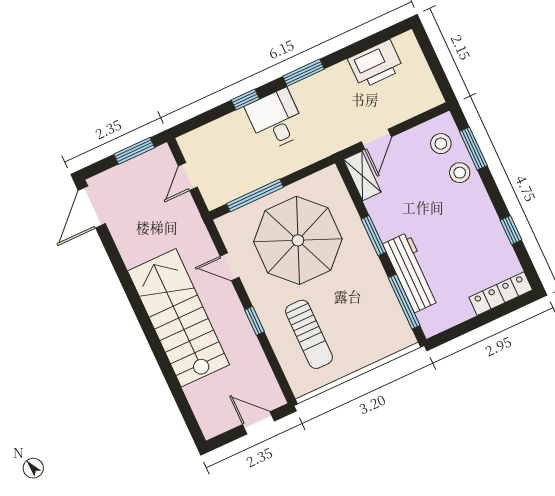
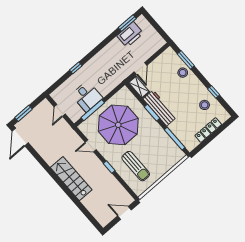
window: (303, 73) -> (127, 23), moved
desk: (276, 120) -> (87, 96), moved, turned 180
stool: (441, 144) -> (205, 105), moved
window: (134, 151) -> (24, 113), moved
workbench: (411, 272) -> (160, 108), moved
locker: (501, 294) -> (208, 130), moved
stairs: (179, 318) -> (71, 179), width x0.73, depth x0.66

